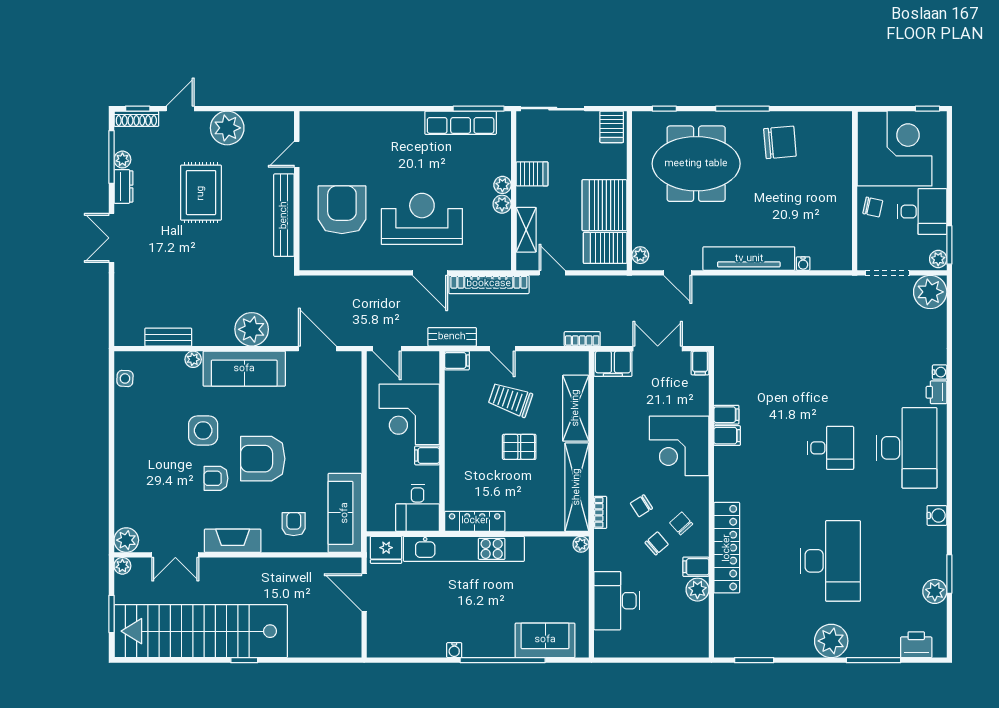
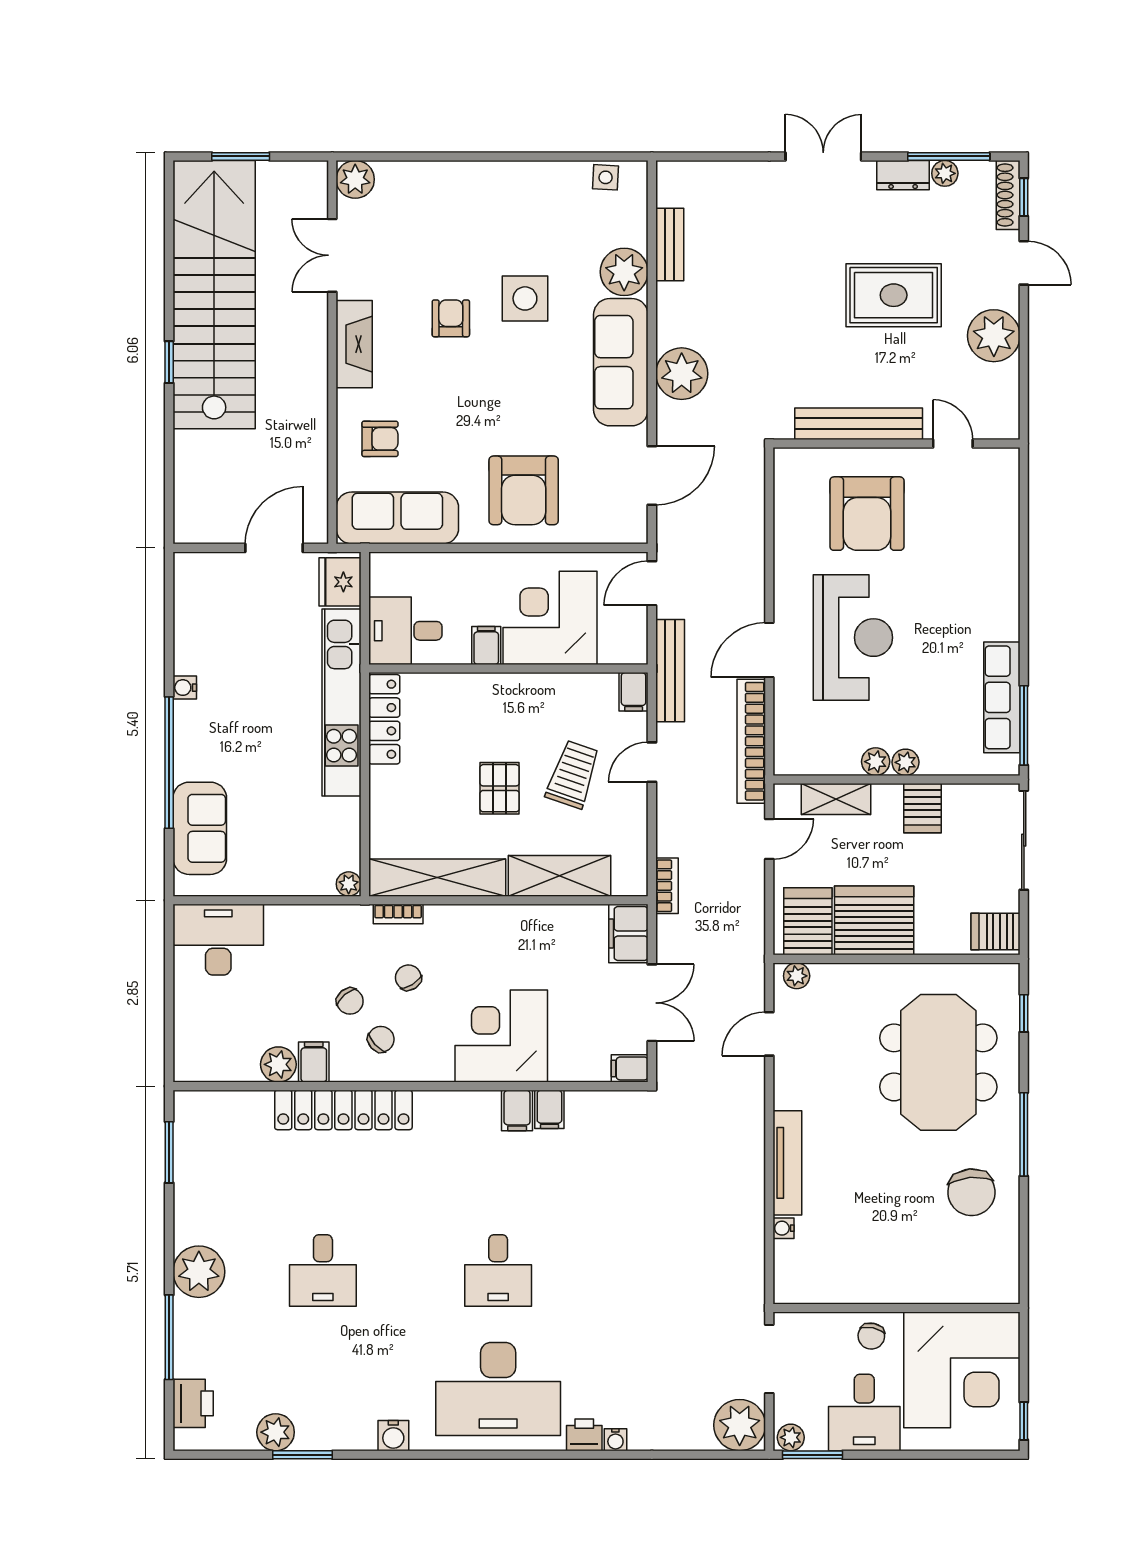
armchair: (342, 210) -> (867, 514), turned 90
tv unit: (749, 259) -> (787, 1163), width x0.73, depth x0.78
bench: (452, 337) -> (670, 671), width x1.36
plant: (193, 359) -> (624, 272), width x1.88, depth x1.88
armchair: (263, 459) -> (524, 490), moved, turned 180
desk: (830, 561) -> (323, 1270), width x0.53, depth x0.77
plant: (122, 566) -> (315, 173), removed
desk: (617, 601) -> (218, 940), moved

